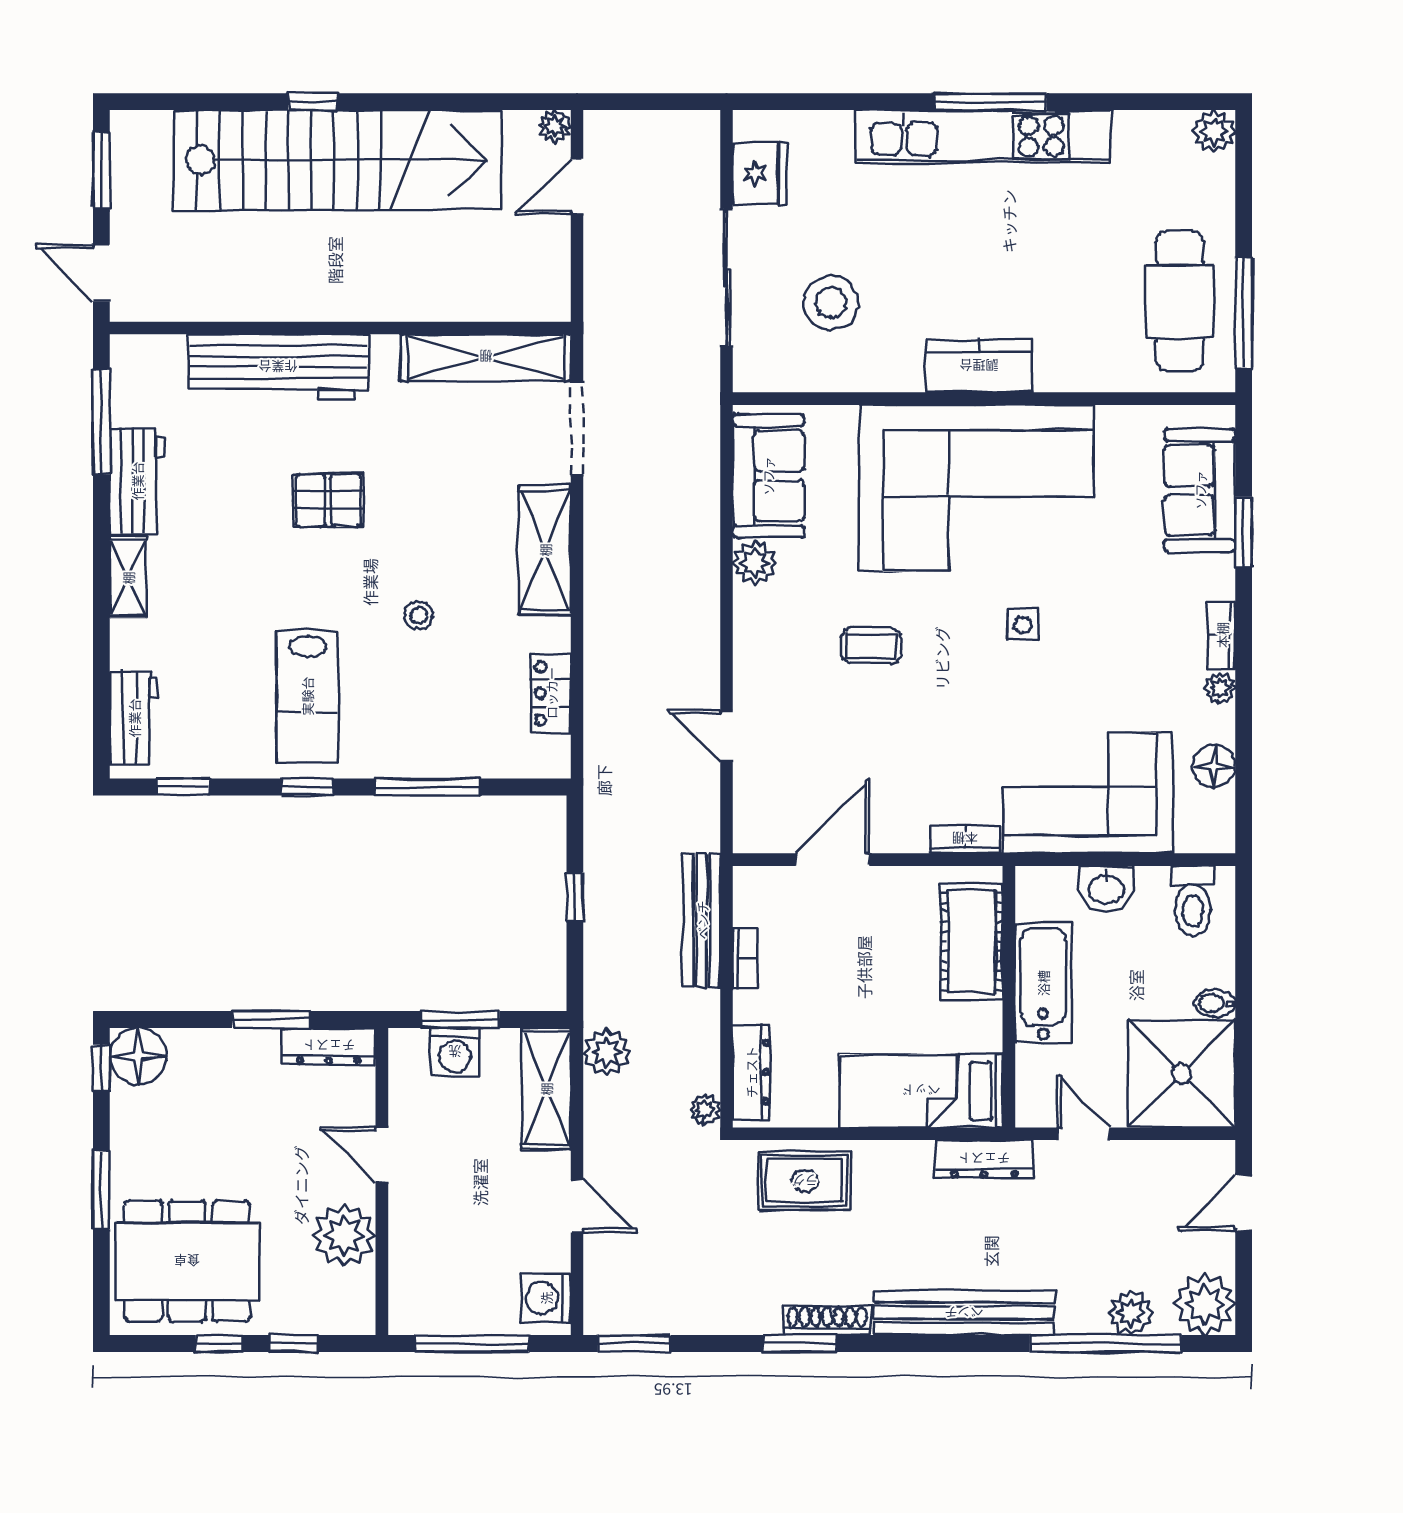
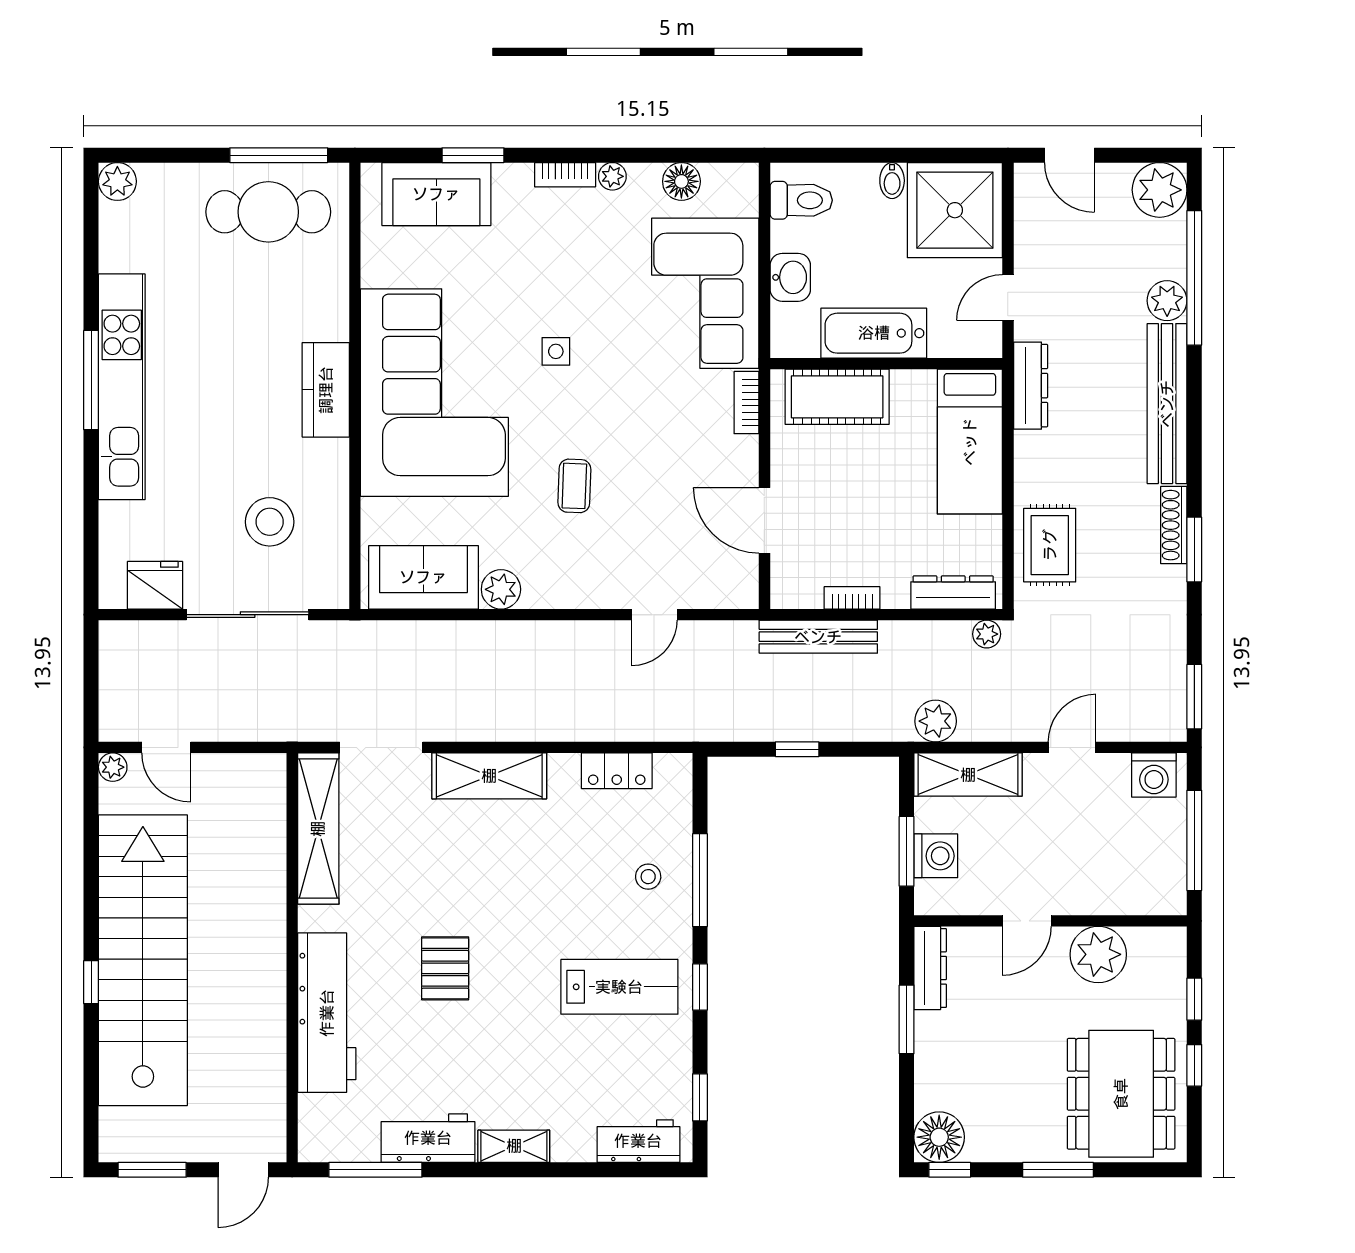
stool: (419, 616) -> (648, 877), moved
plant: (1131, 1313) -> (1167, 301), moved

